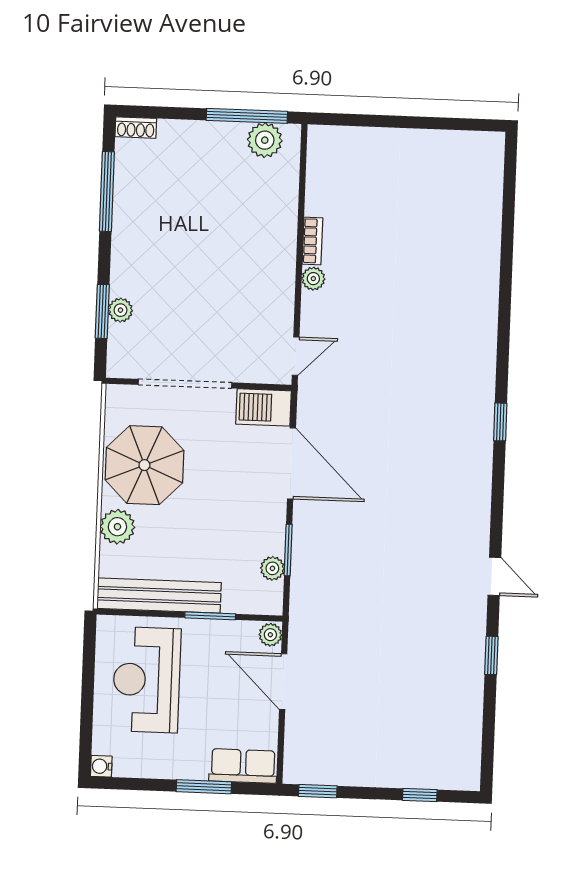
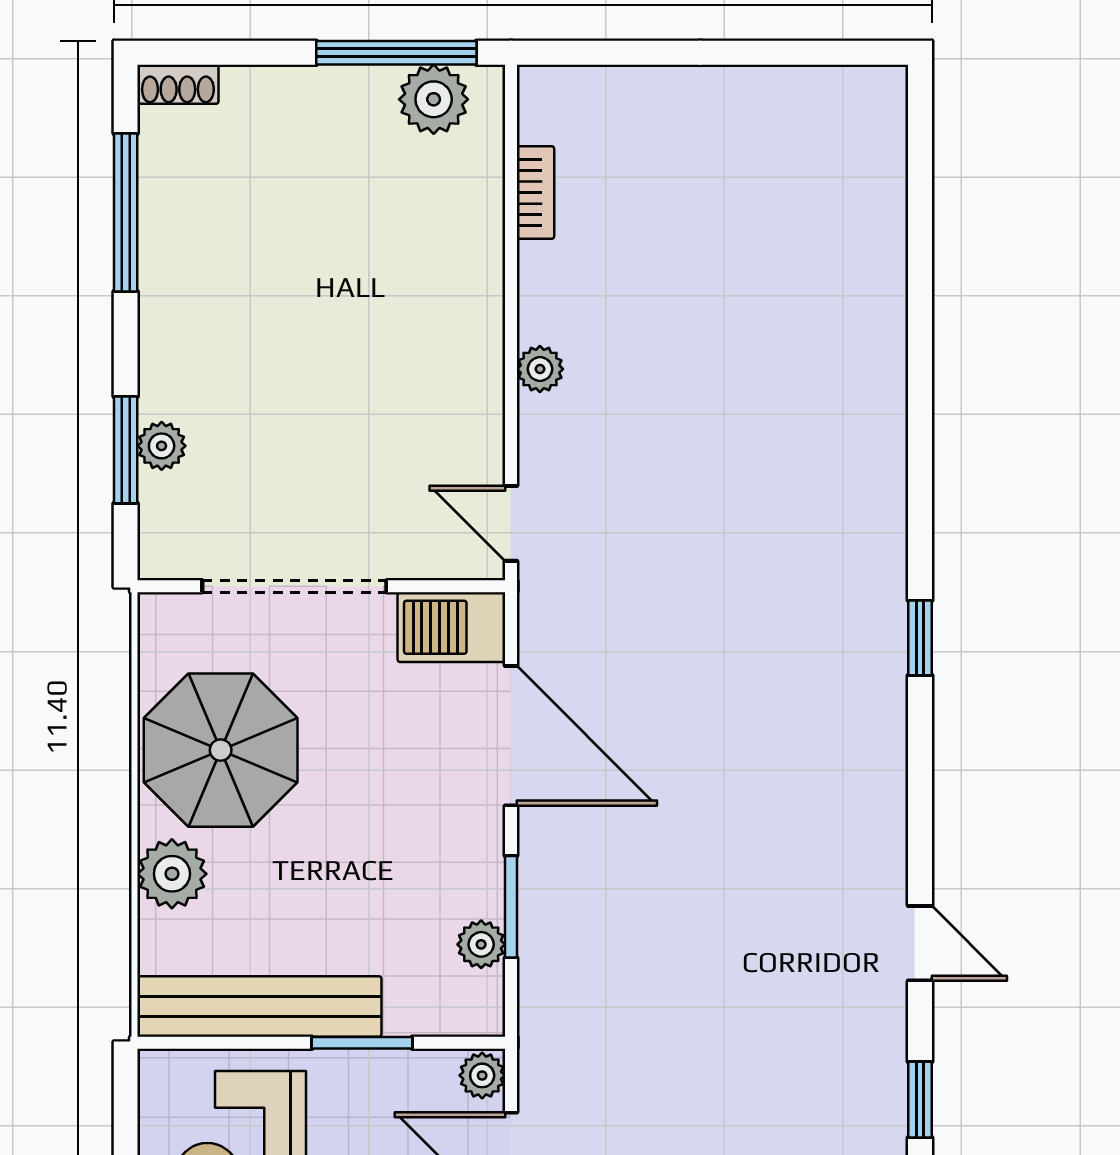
bookcase: (312, 241) -> (535, 193), moved
door: (296, 356) -> (511, 523), swing flipped

